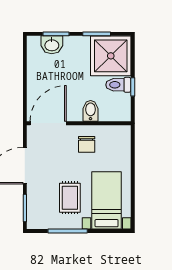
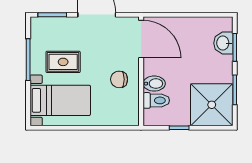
toilet: (118, 85) -> (156, 100), moved, turned 90

